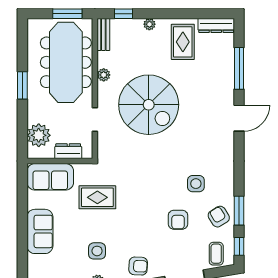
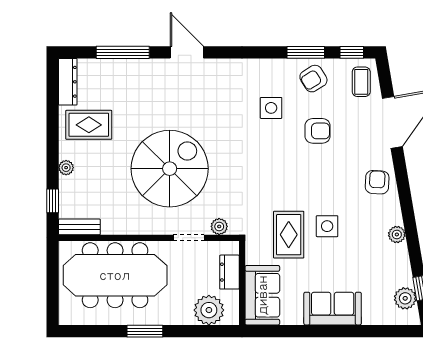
window: (67, 14) -> (53, 273), removed
plant: (104, 75) -> (219, 226), moved
side table: (97, 251) -> (327, 226), moved
coffee table: (216, 254) -> (361, 82), turned 90

